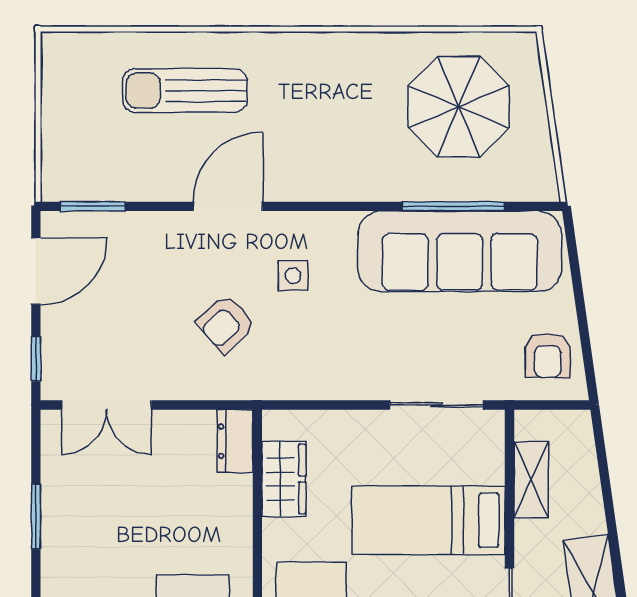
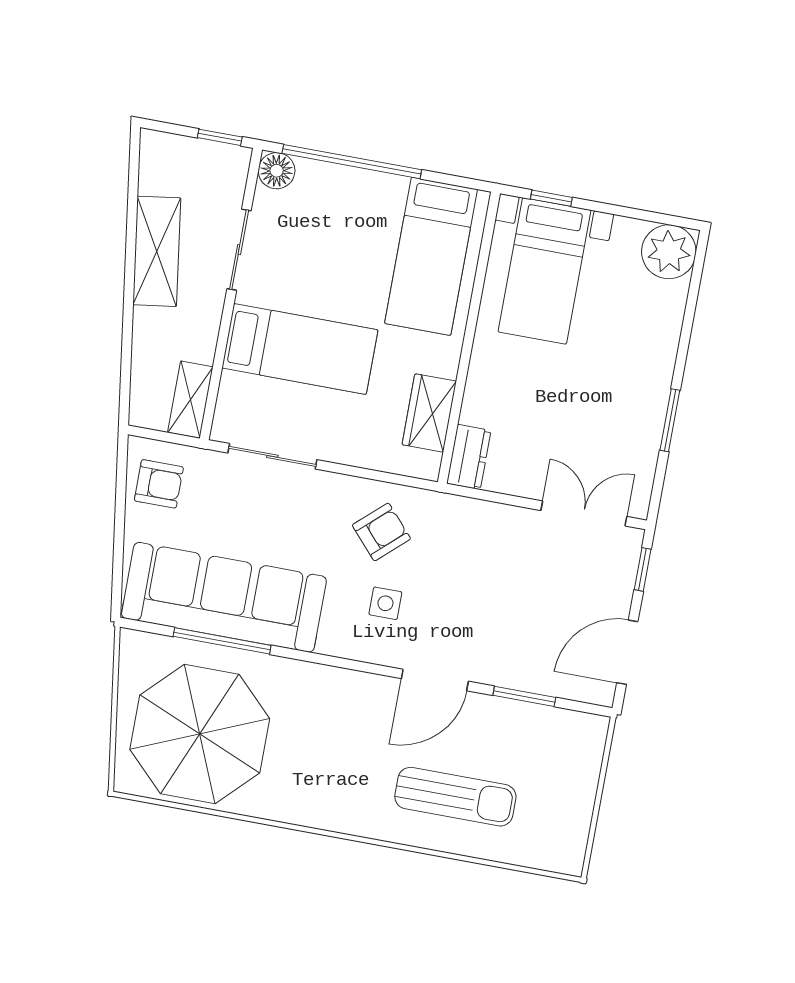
parasol: (459, 107) -> (200, 734), width x1.36, depth x1.36
window: (93, 206) -> (524, 696), moved
armchair: (226, 324) -> (381, 532), moved
armchair: (548, 355) -> (159, 484), turned 90
shelving: (531, 480) -> (190, 400), moved

